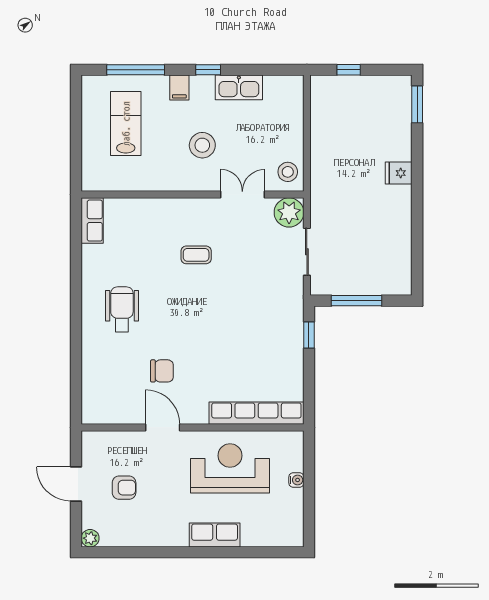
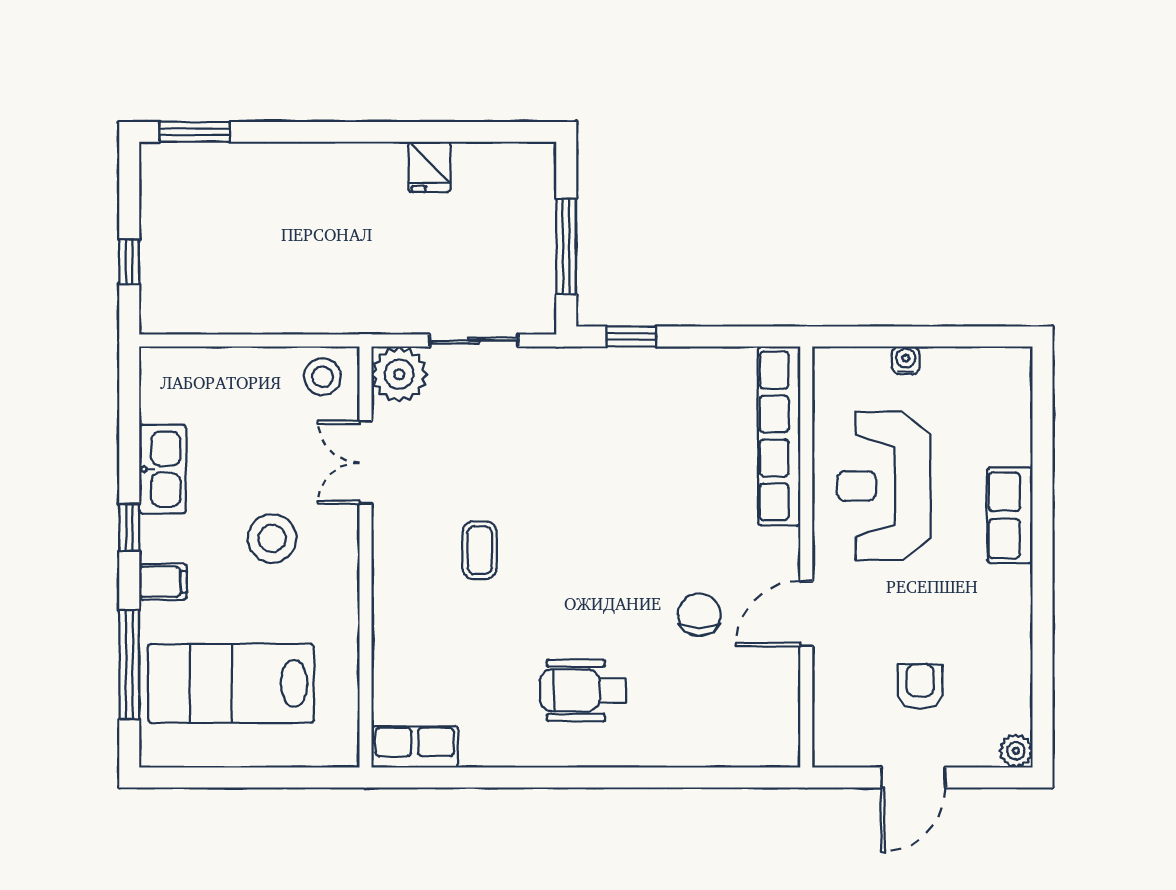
lab bench: (126, 124) -> (231, 683), width x1.36, depth x1.39
fridge: (399, 173) -> (430, 167), moved

